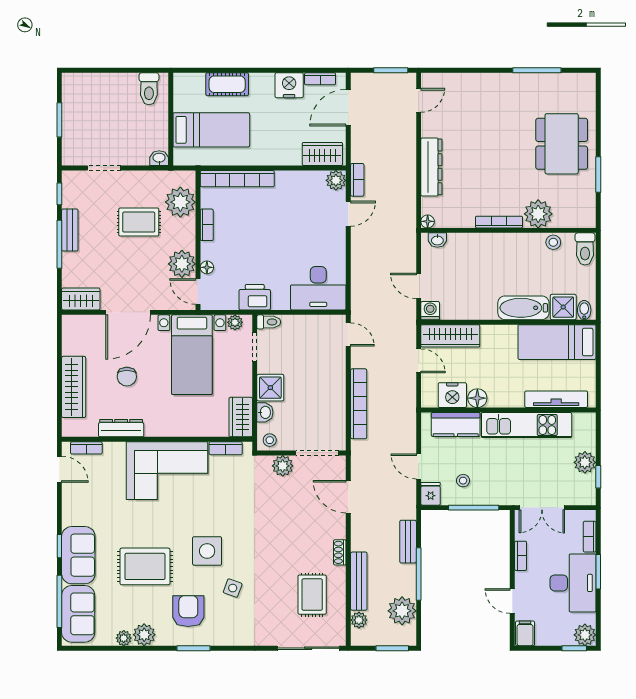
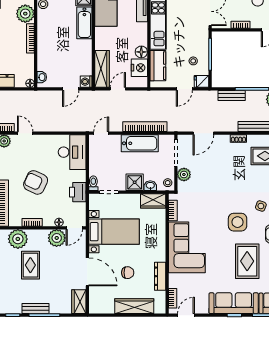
armchair: (270, 230) -> (36, 182), added
plant: (235, 322) -> (94, 205), removed
bathtub: (332, 396) -> (140, 143), added
sofa: (78, 555) -> (234, 303), width x1.36

